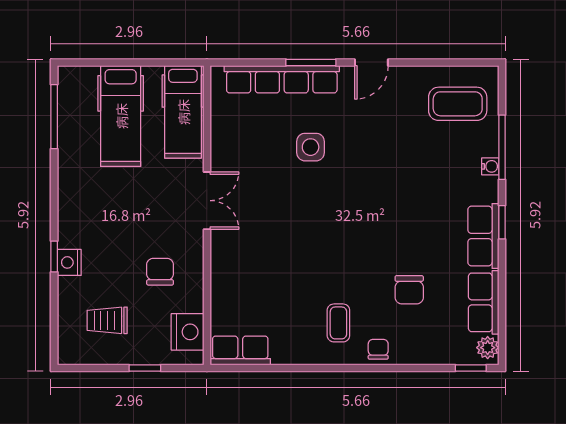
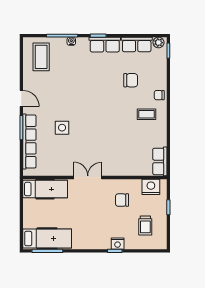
hospital bed: (121, 116) -> (47, 238), moved

